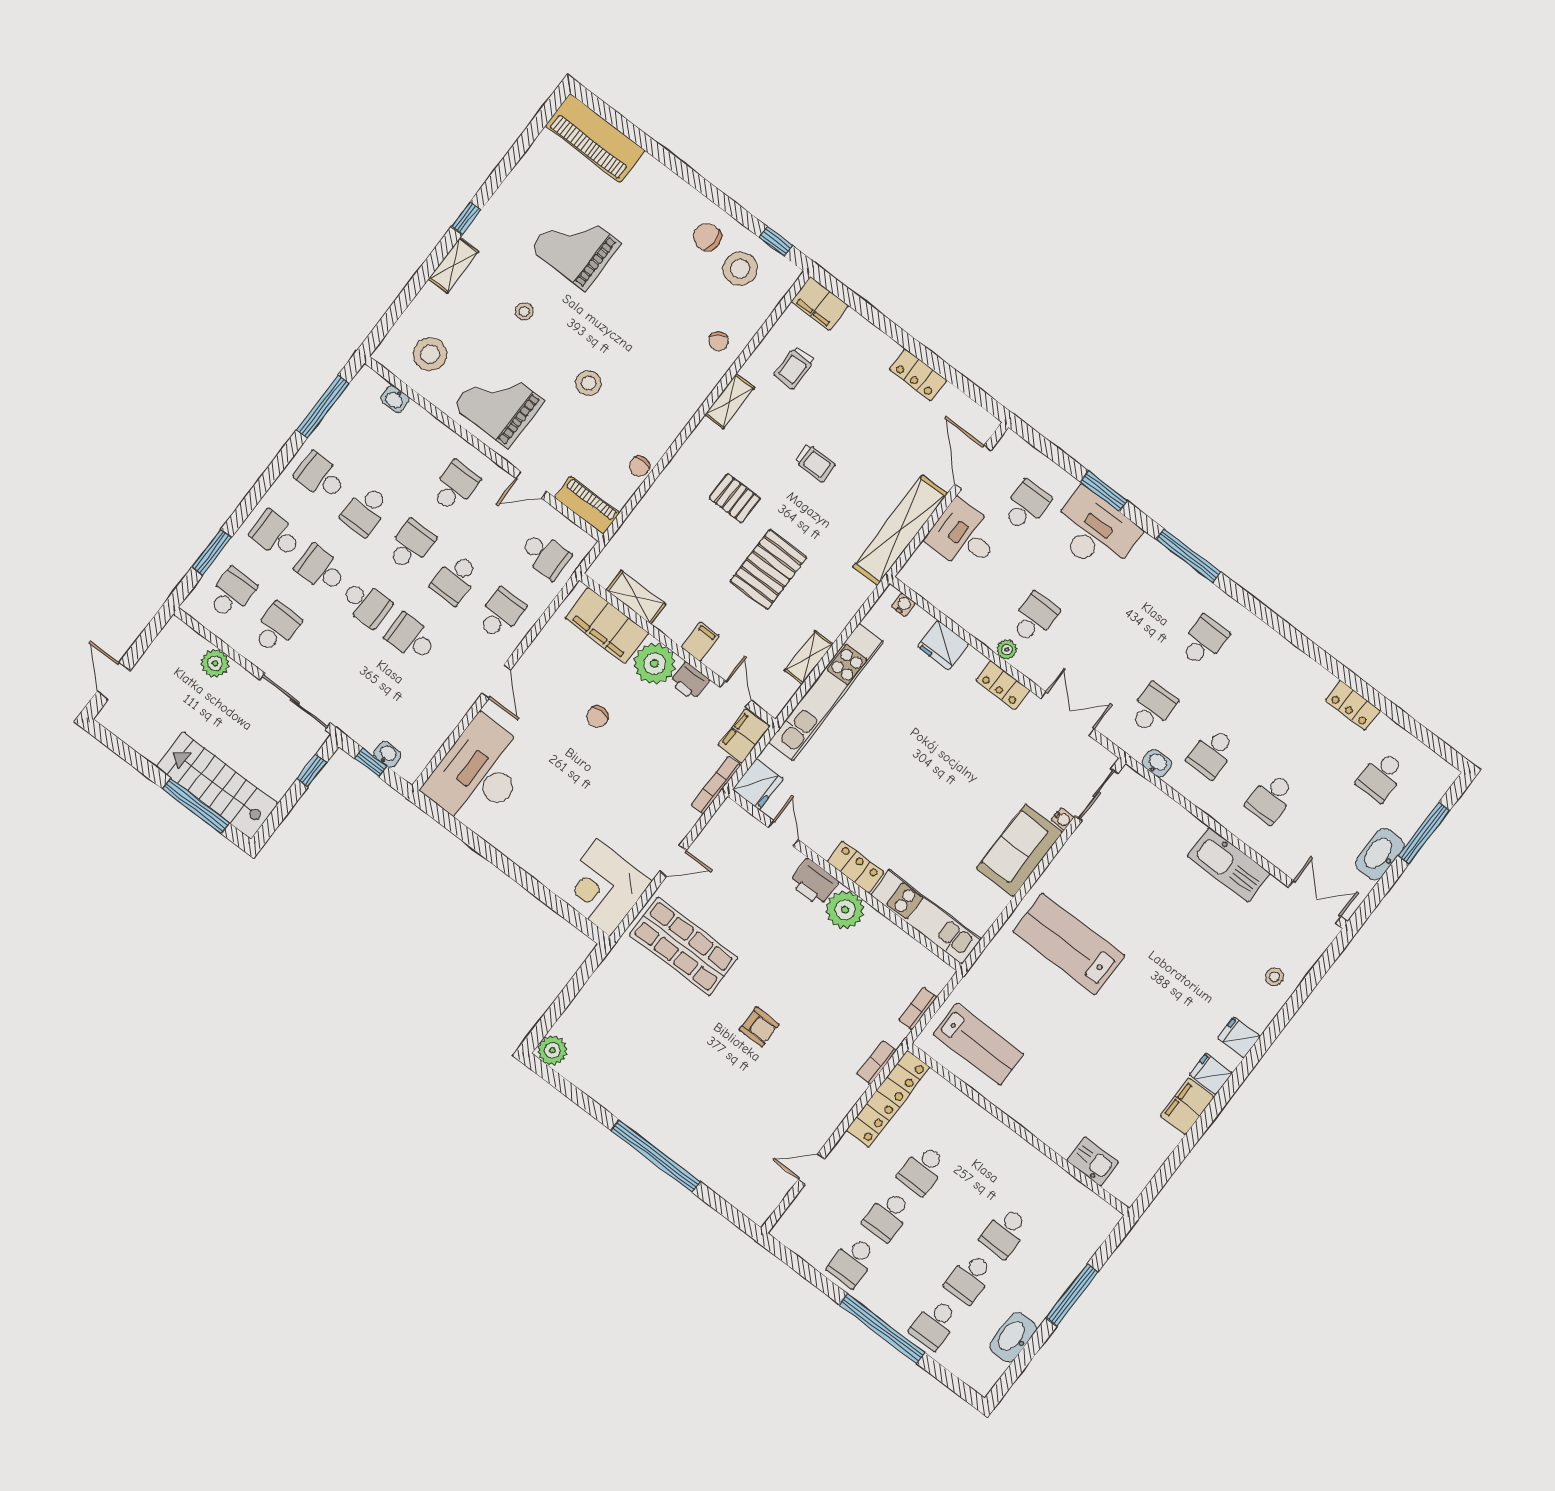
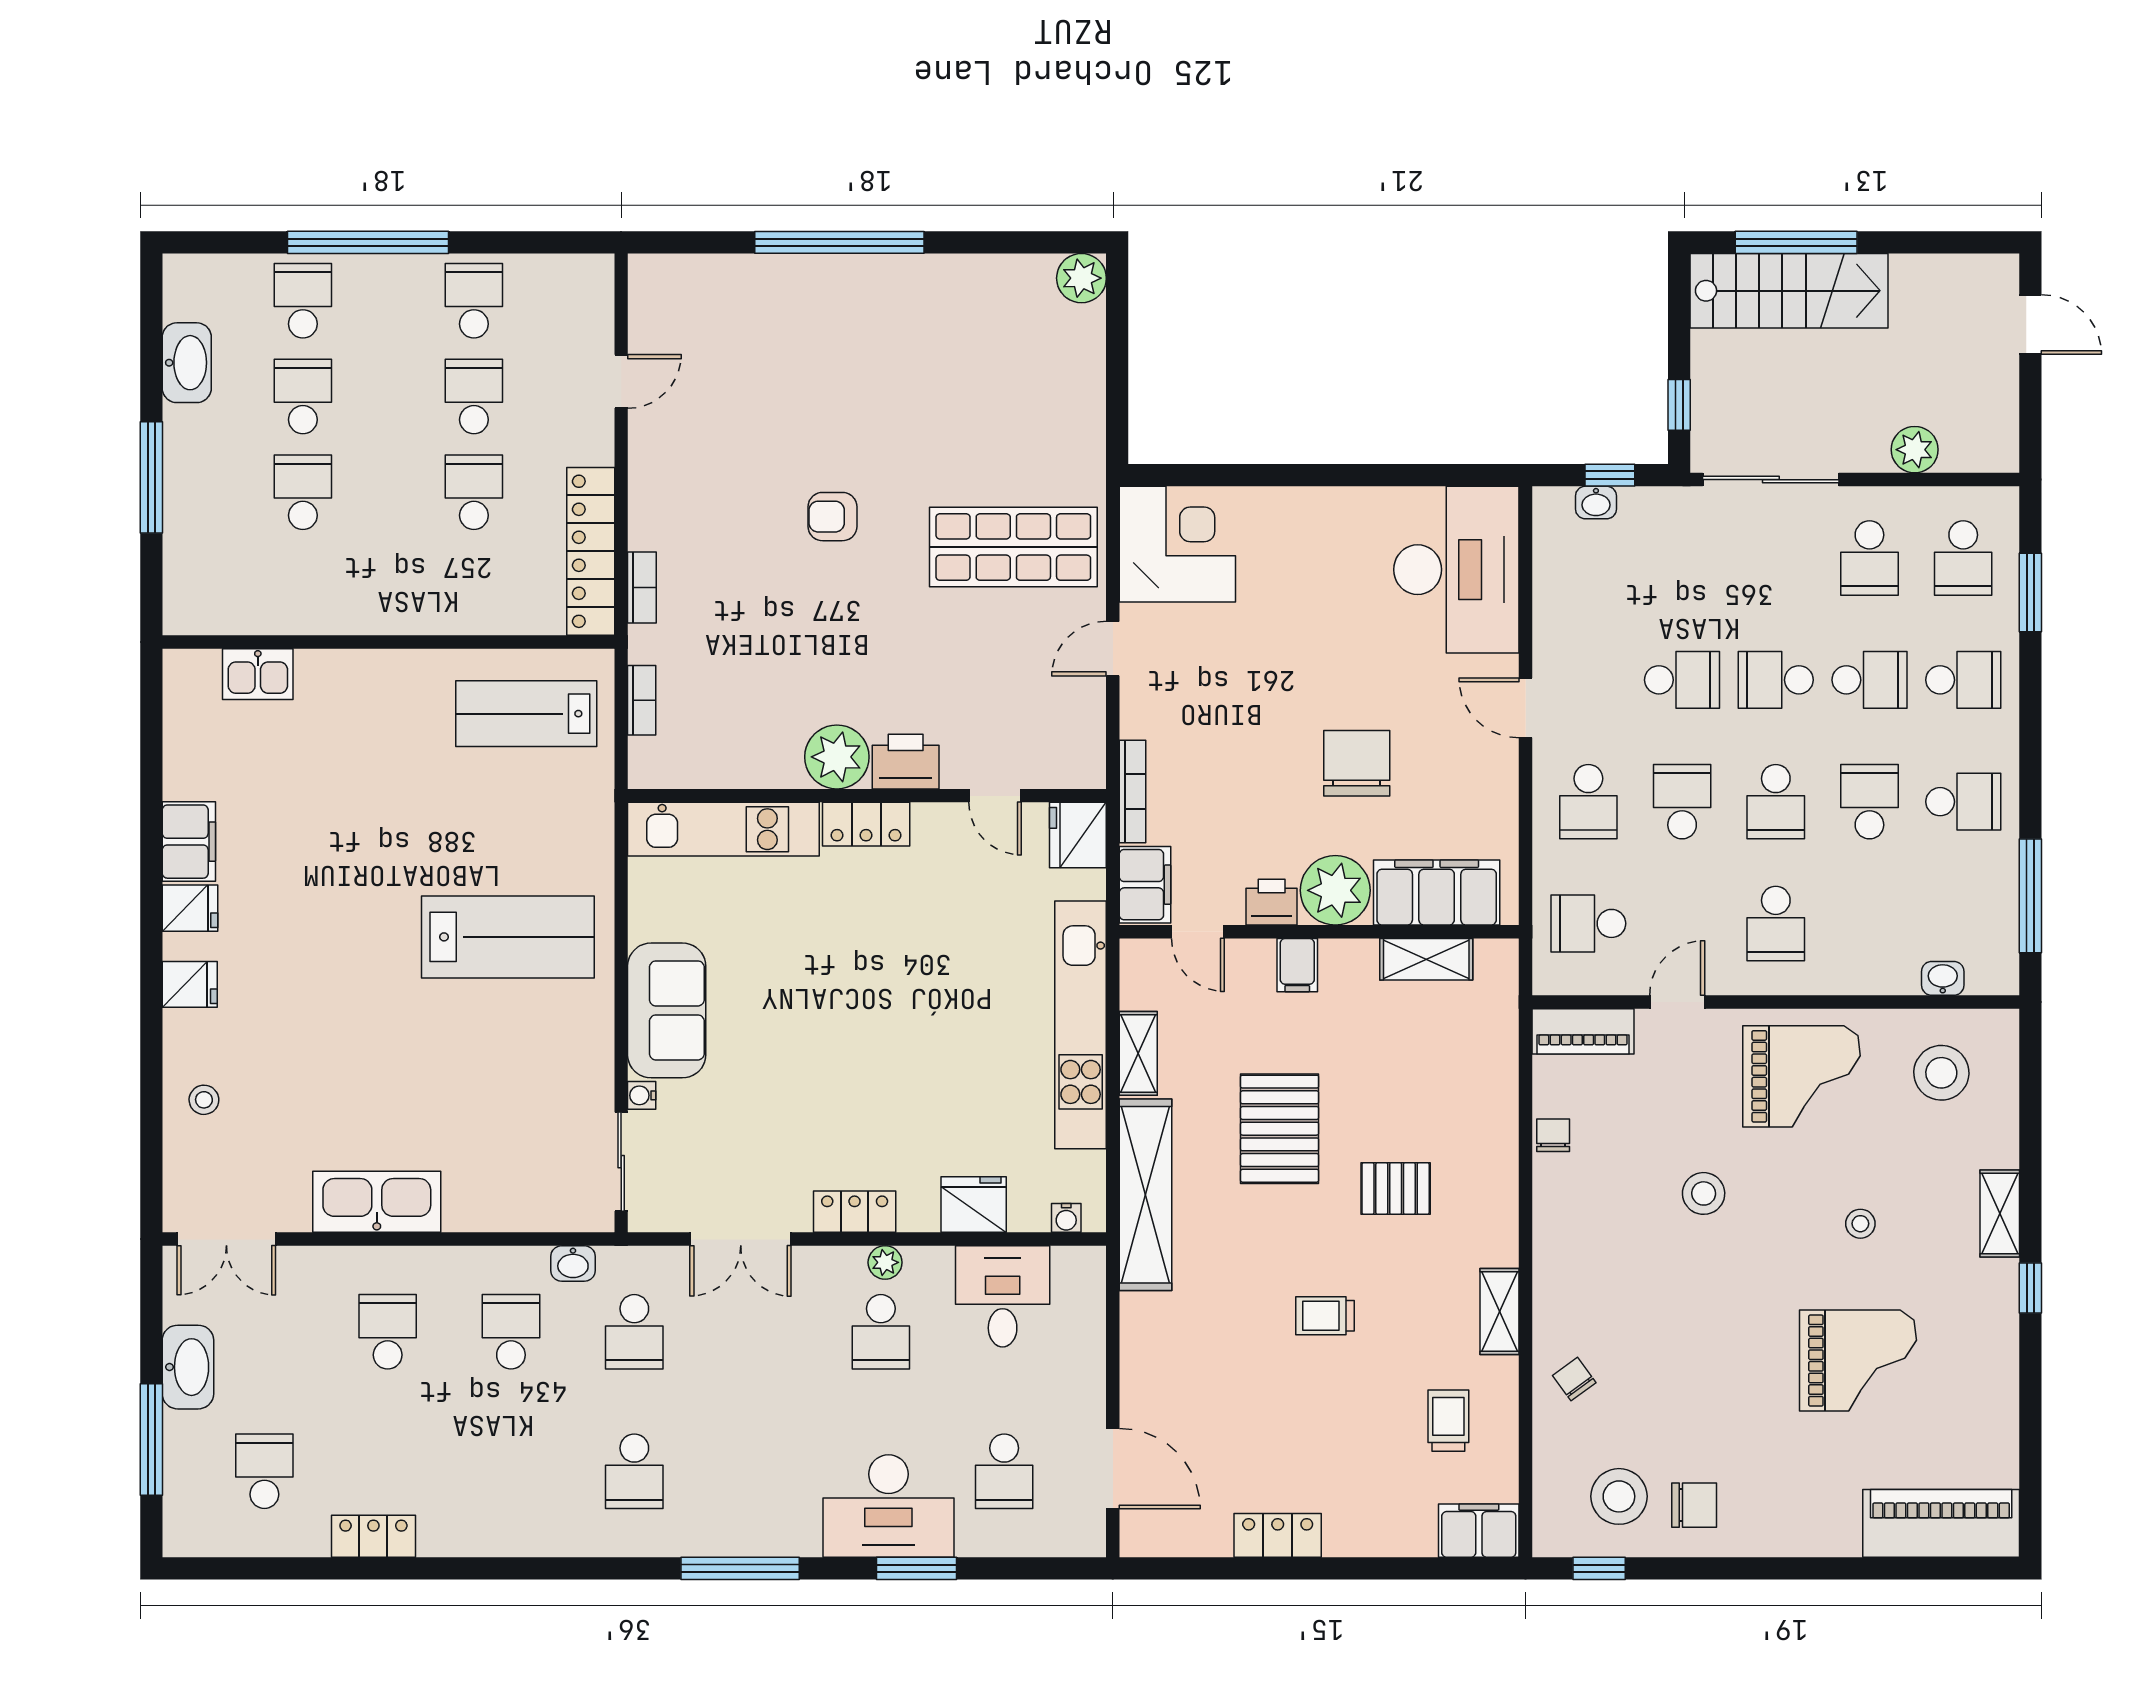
shelving: (900, 530) -> (1146, 1195), moved
desk: (964, 536) -> (1003, 1296), moved, turned -90
chair: (598, 717) -> (1357, 763), width x1.87, depth x1.87

